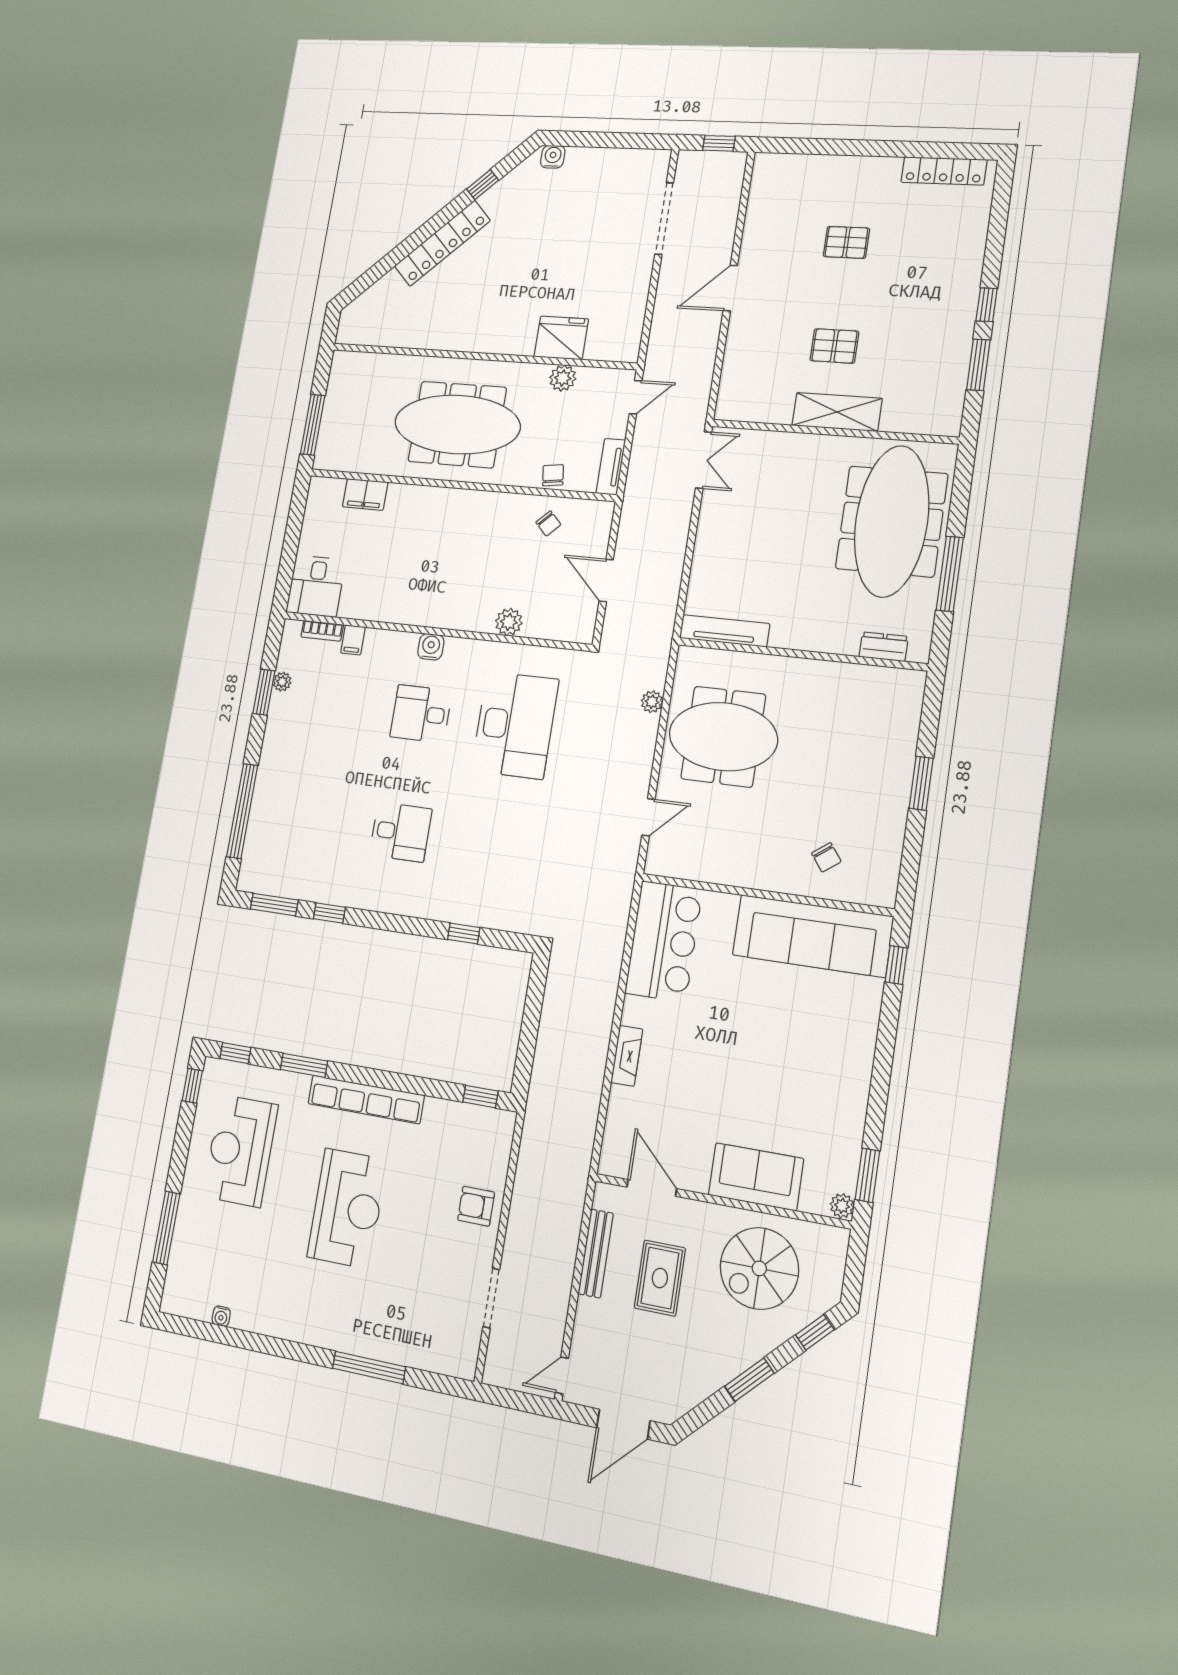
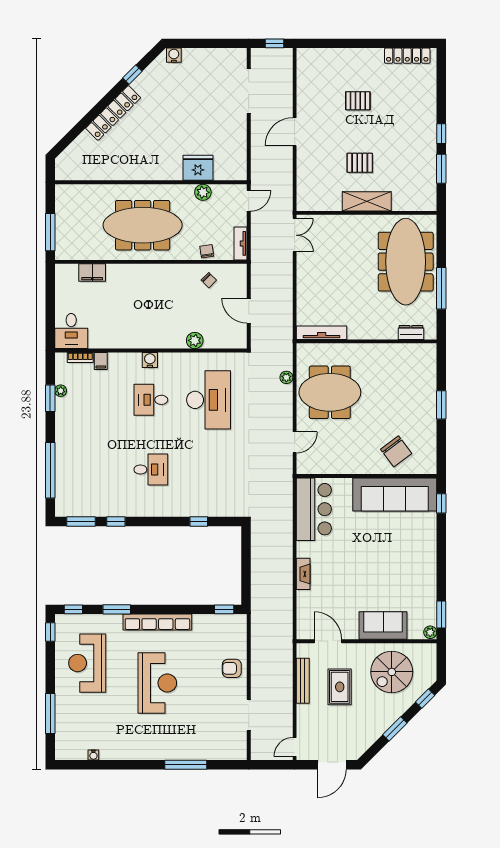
chair: (826, 857) -> (396, 451), width x1.87, depth x1.87

